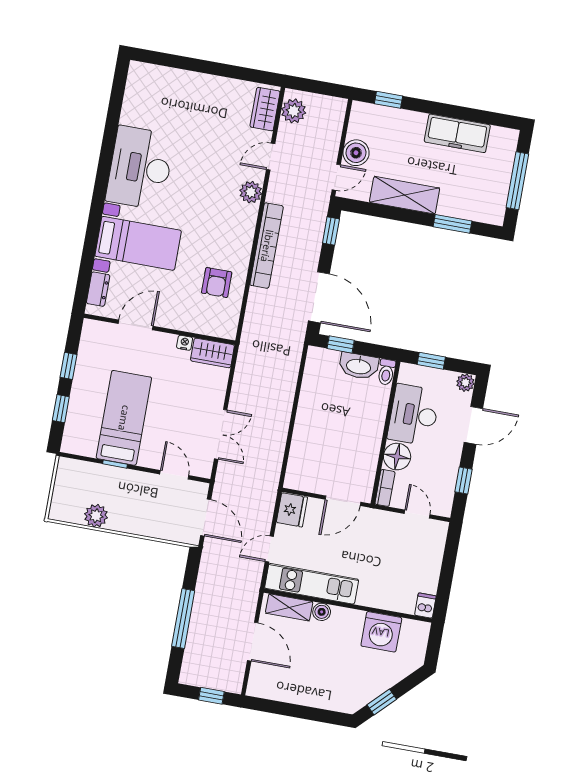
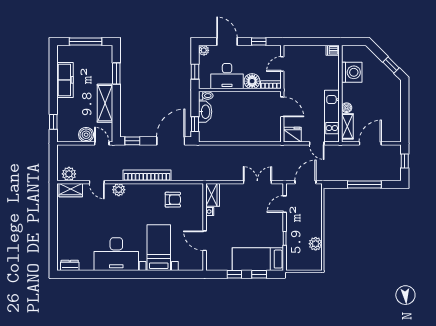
dresser: (98, 289) -> (70, 265), moved
bed: (124, 418) -> (258, 259), moved

